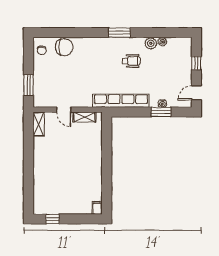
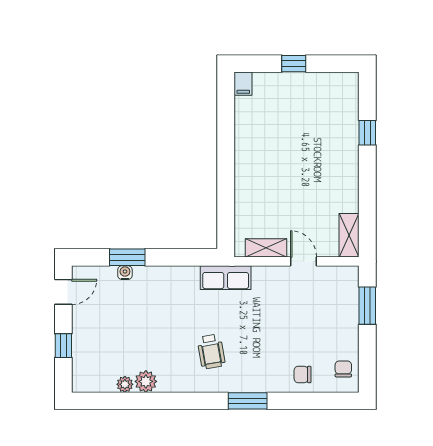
window: (119, 33) -> (248, 401), moved
chair: (64, 47) -> (303, 374), width x0.54, depth x0.54
wheelchair: (131, 61) -> (211, 351), moved, turned -100
row of seats: (121, 101) -> (226, 278), width x0.50
window: (28, 181) -> (367, 133), added
window: (53, 219) -> (294, 64), moved

